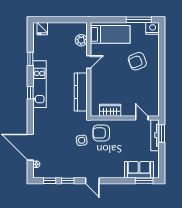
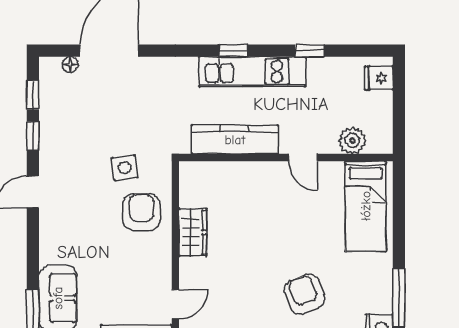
bed: (110, 34) -> (366, 206), moved
plant: (81, 40) -> (352, 141), moved
door: (89, 62) -> (303, 158), moved
wall: (89, 69) -> (286, 158), moved
kitchen counter: (81, 92) -> (235, 140), moved

